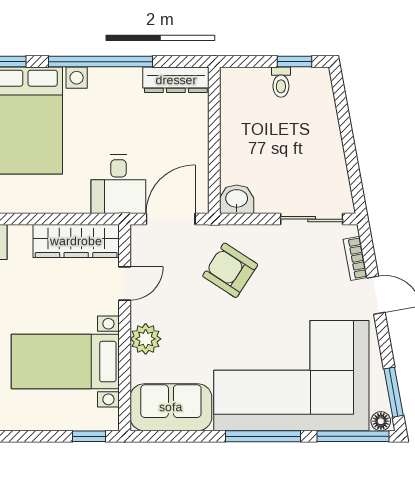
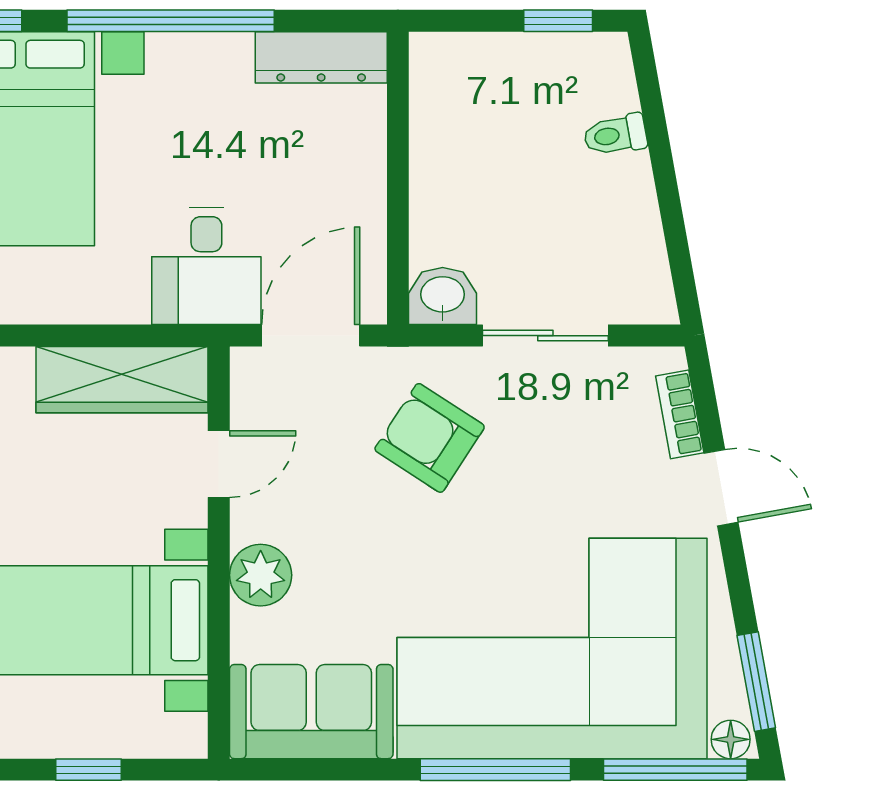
toilet: (281, 82) -> (615, 135), moved, turned 80
sliding door: (312, 219) -> (545, 336), moved
window: (89, 436) -> (88, 770), moved

